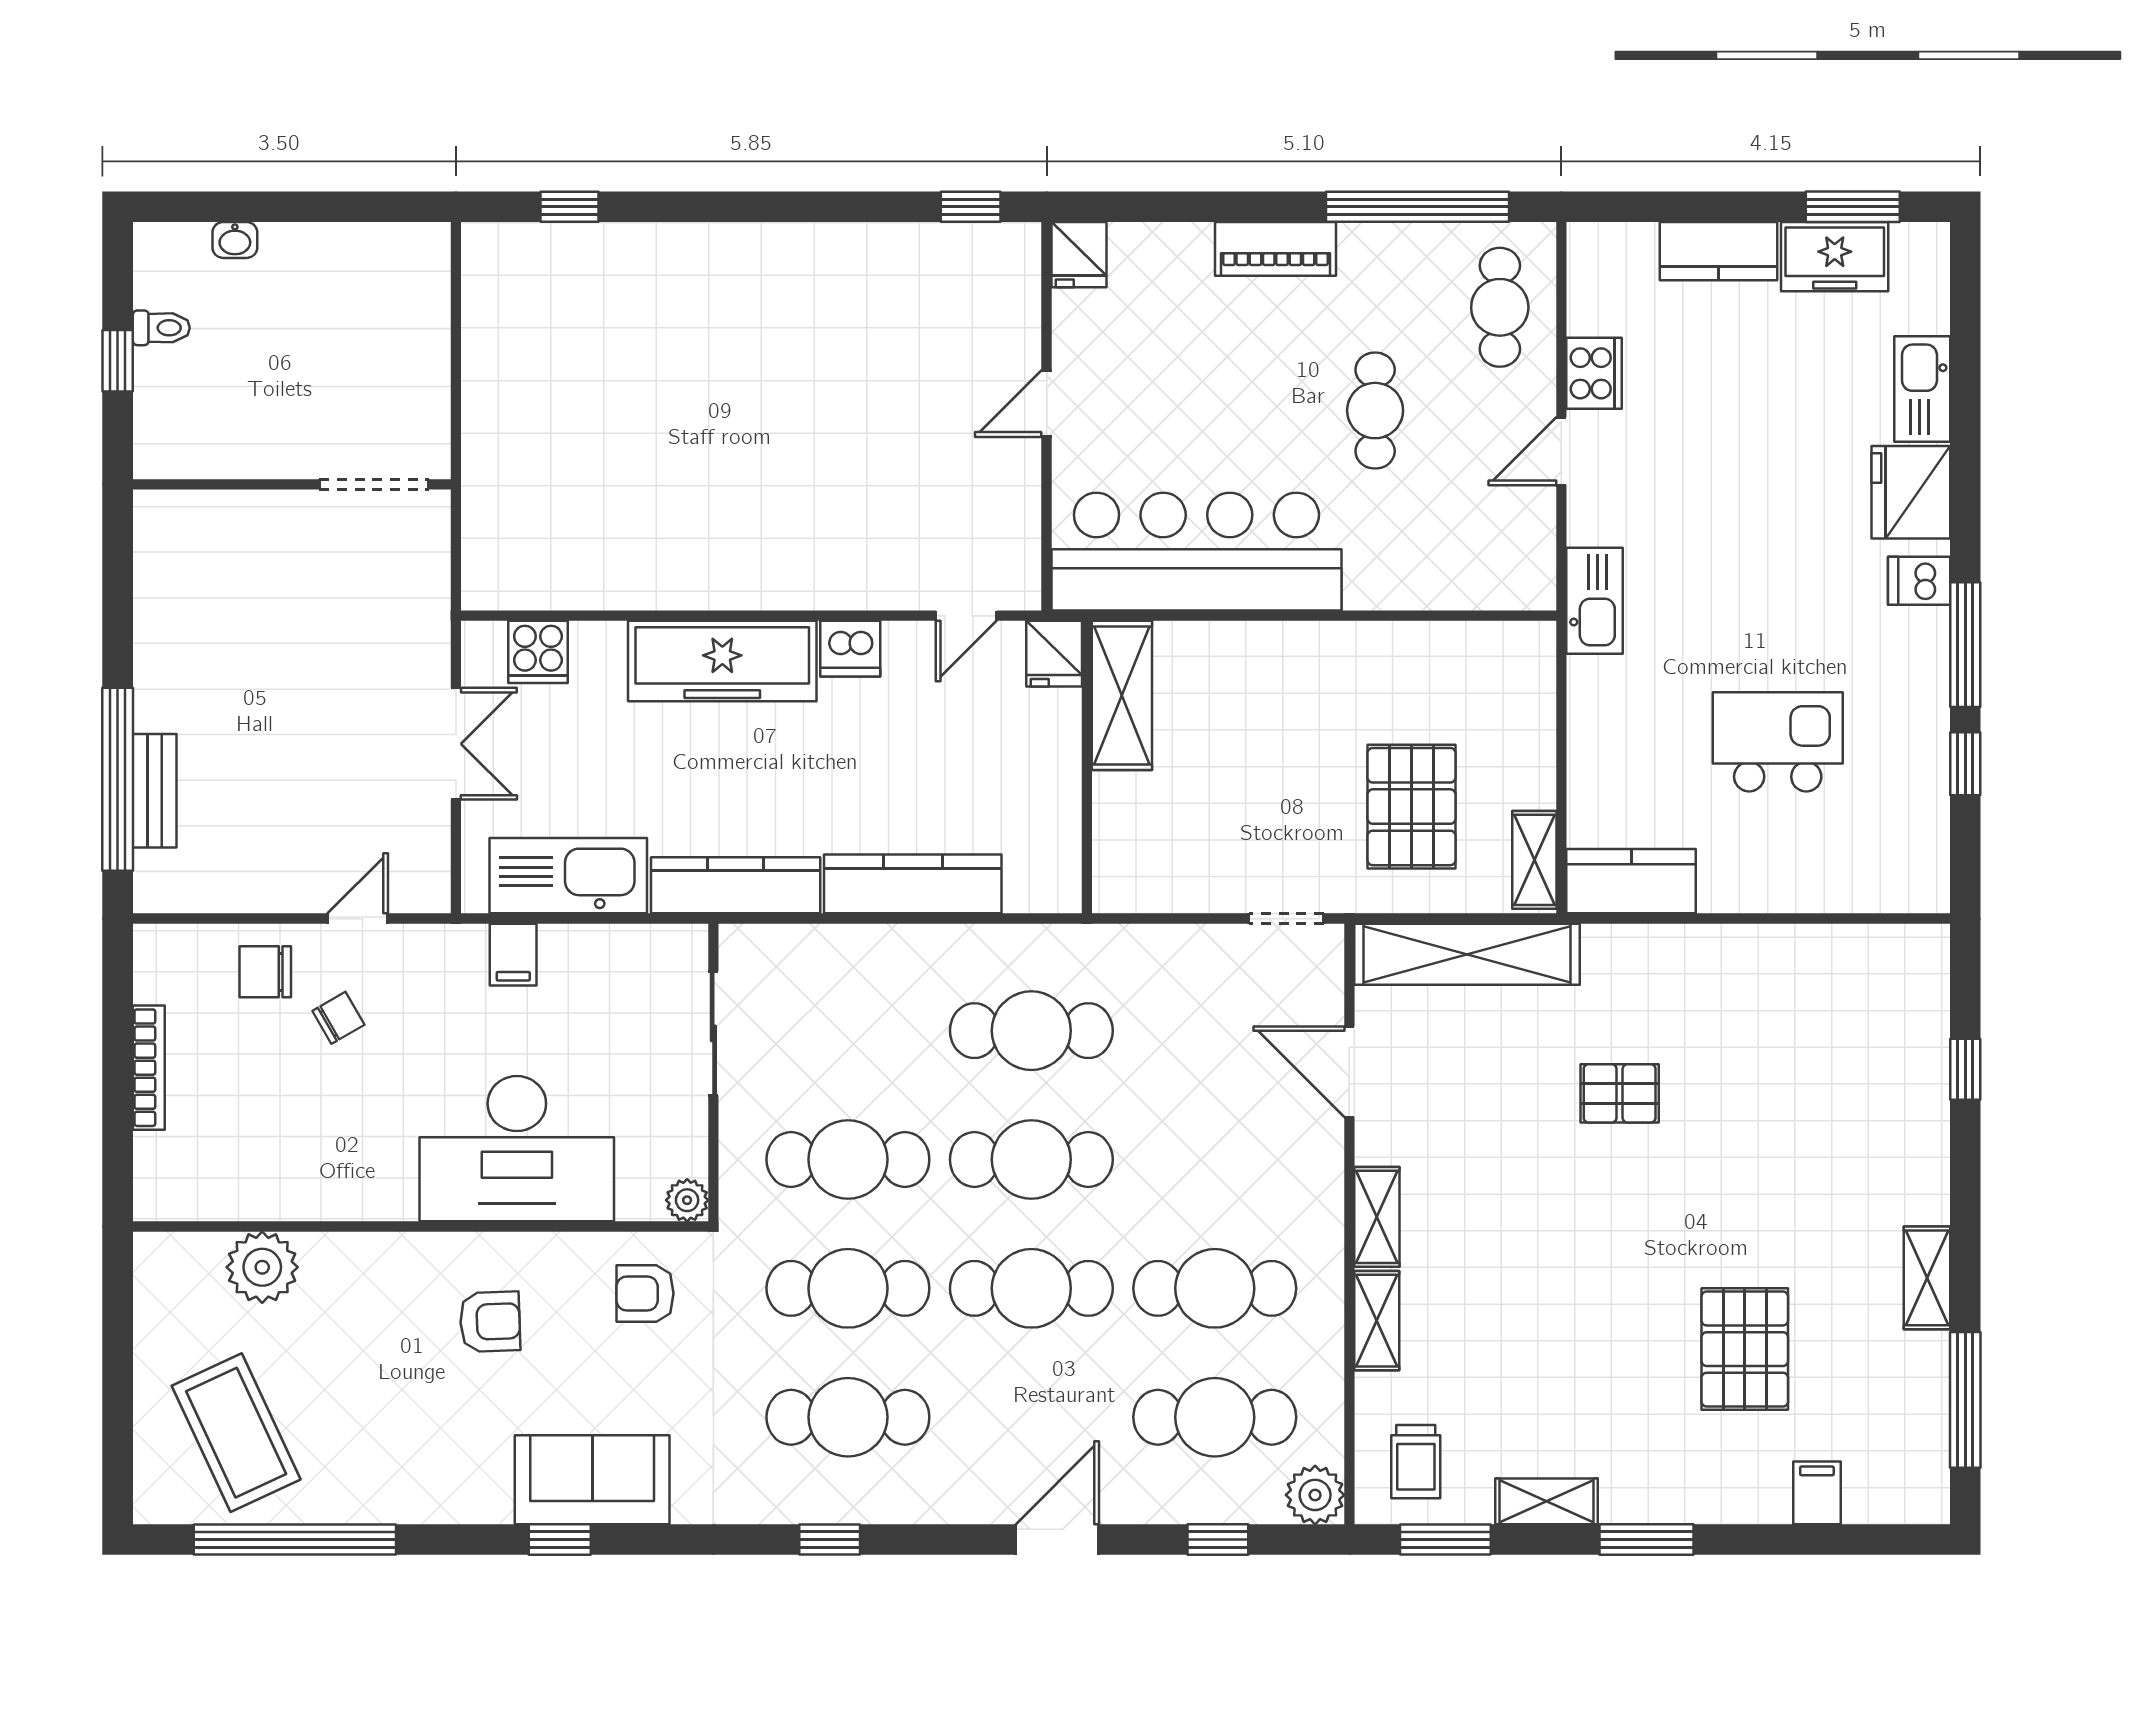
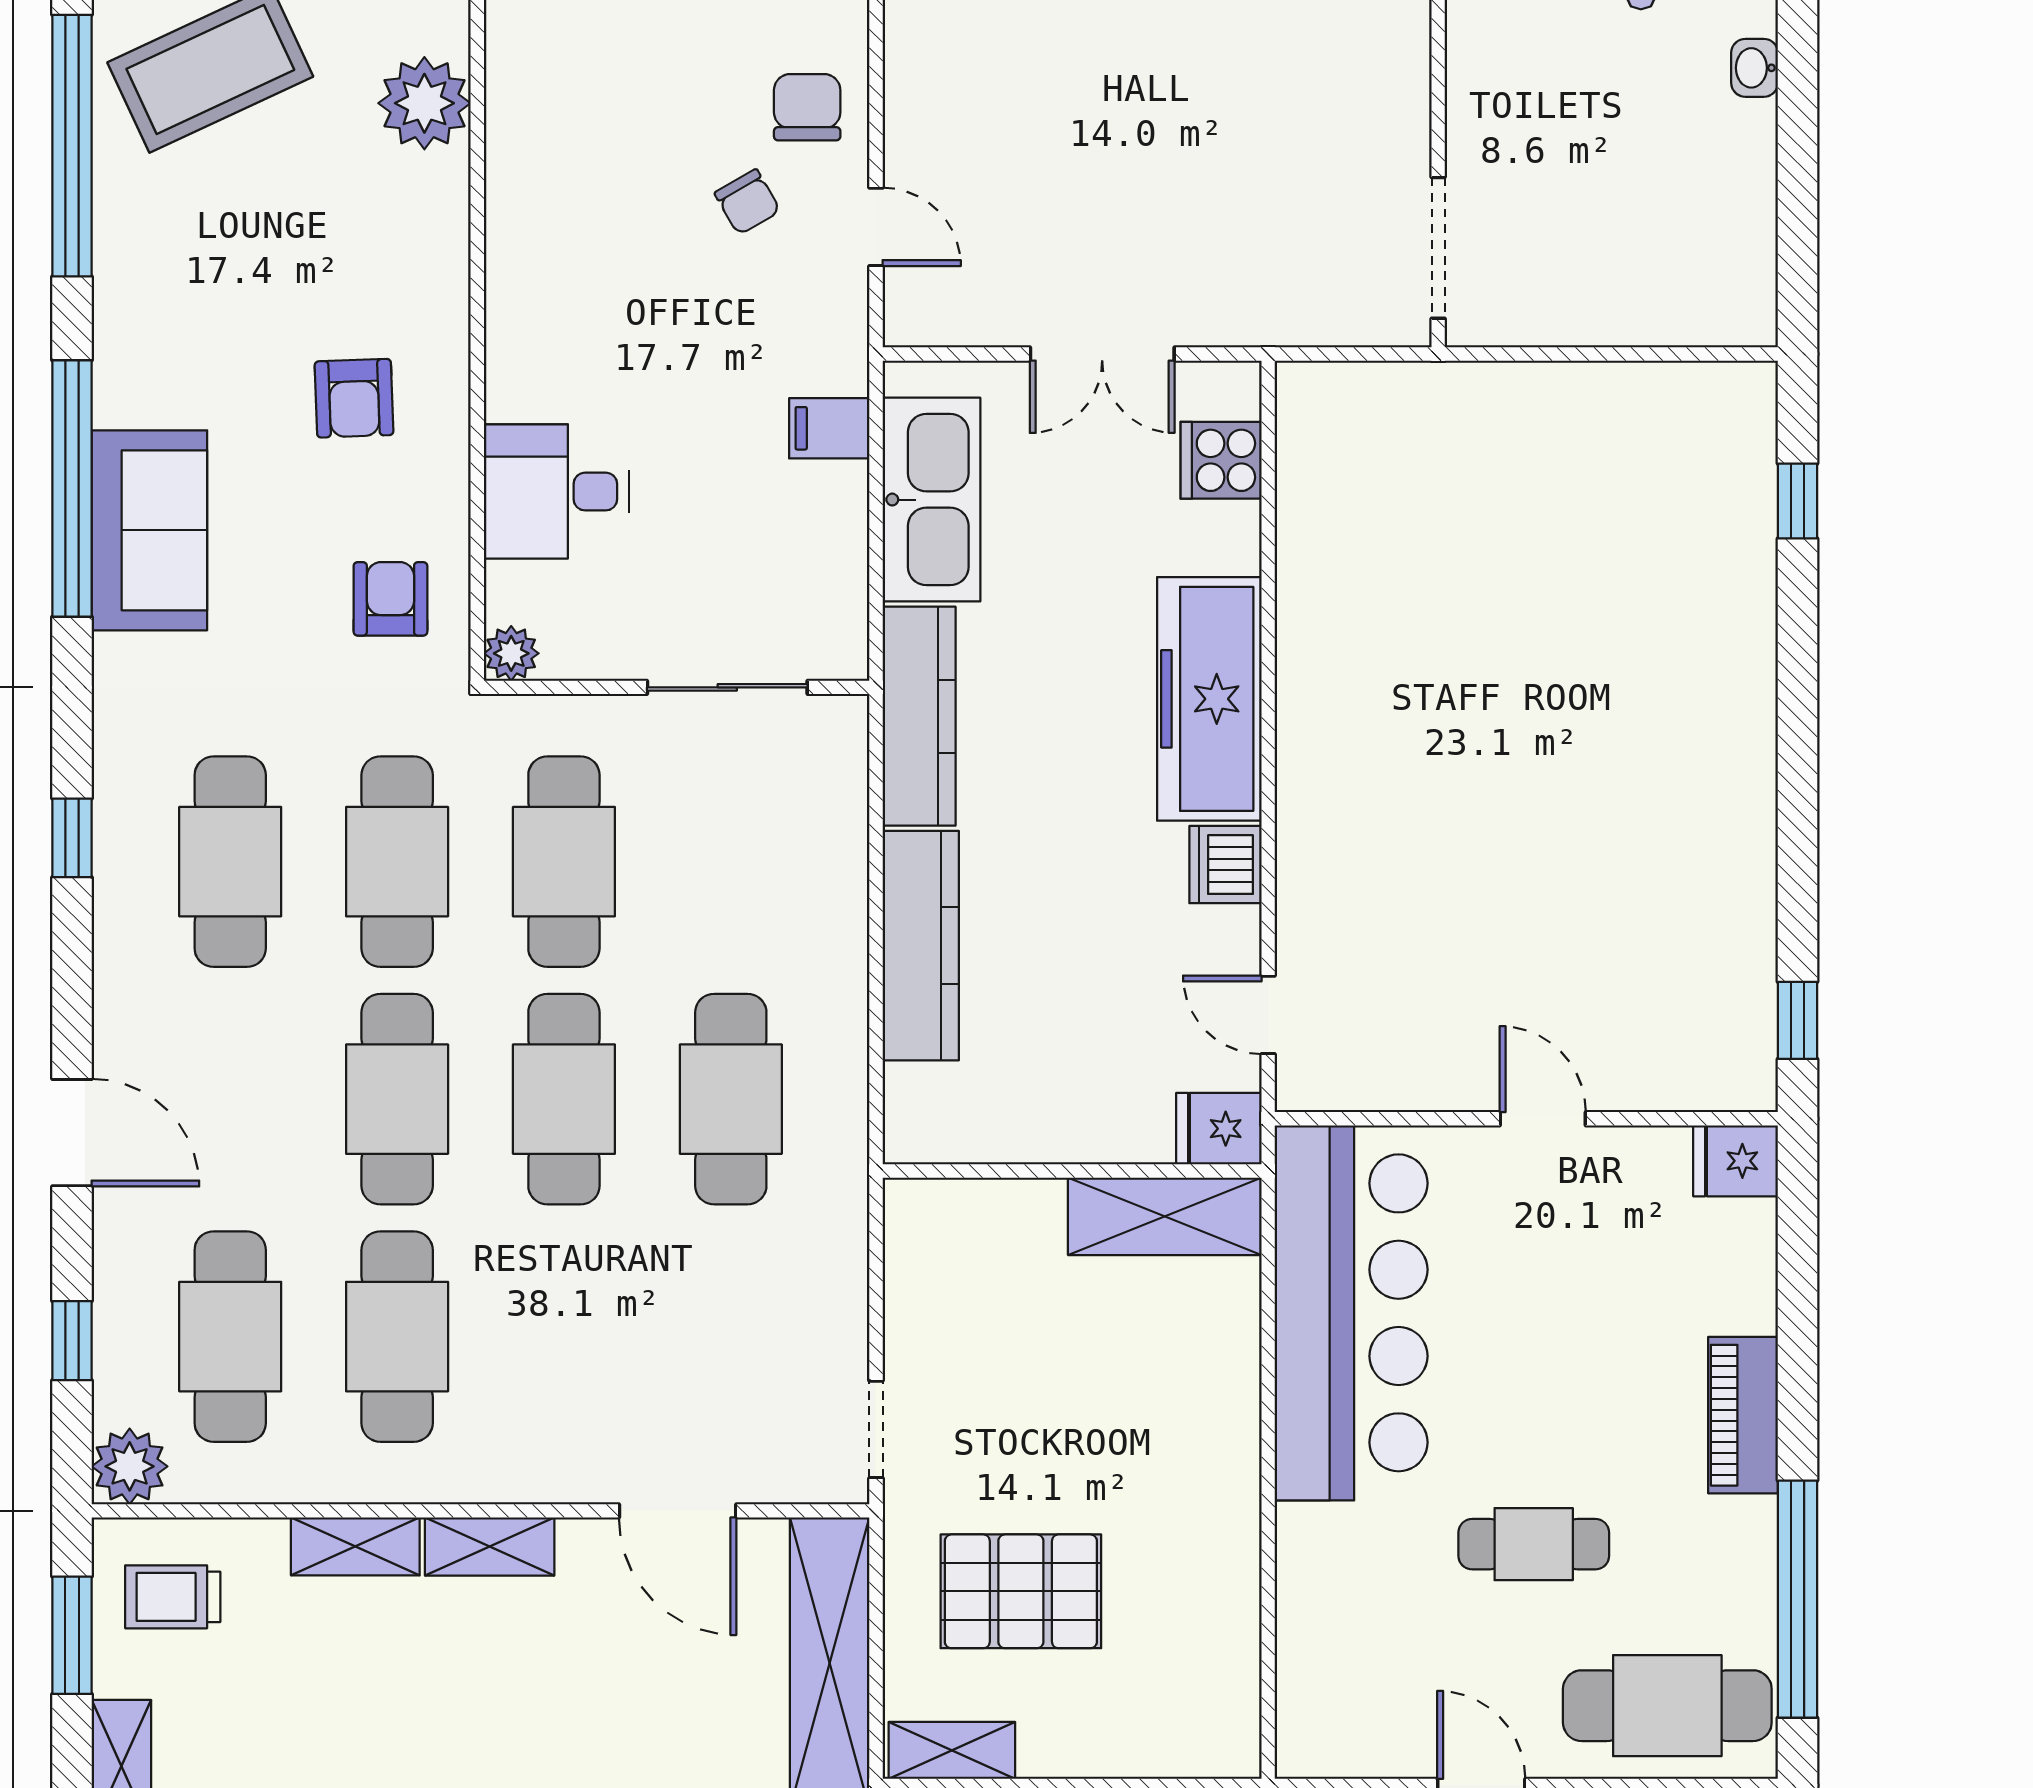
cafe table: (1500, 307) -> (1667, 1706), width x1.37, depth x1.35
door: (1349, 1072) -> (678, 1511), swing flipped
desk: (517, 1149) -> (556, 492), width x0.53, depth x0.77
window: (560, 1539) -> (72, 488), width x3.17

